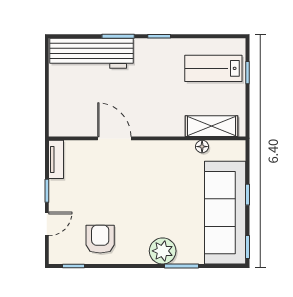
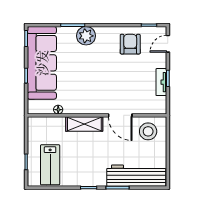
lab bench: (213, 68) -> (50, 165), turned 90
stool: (75, 116) -> (148, 131), added
shelving: (211, 126) -> (84, 124), moved
tv unit: (56, 159) -> (161, 82), moved
door: (47, 224) -> (168, 44), moved
armchair: (100, 239) -> (130, 44), turned 180

